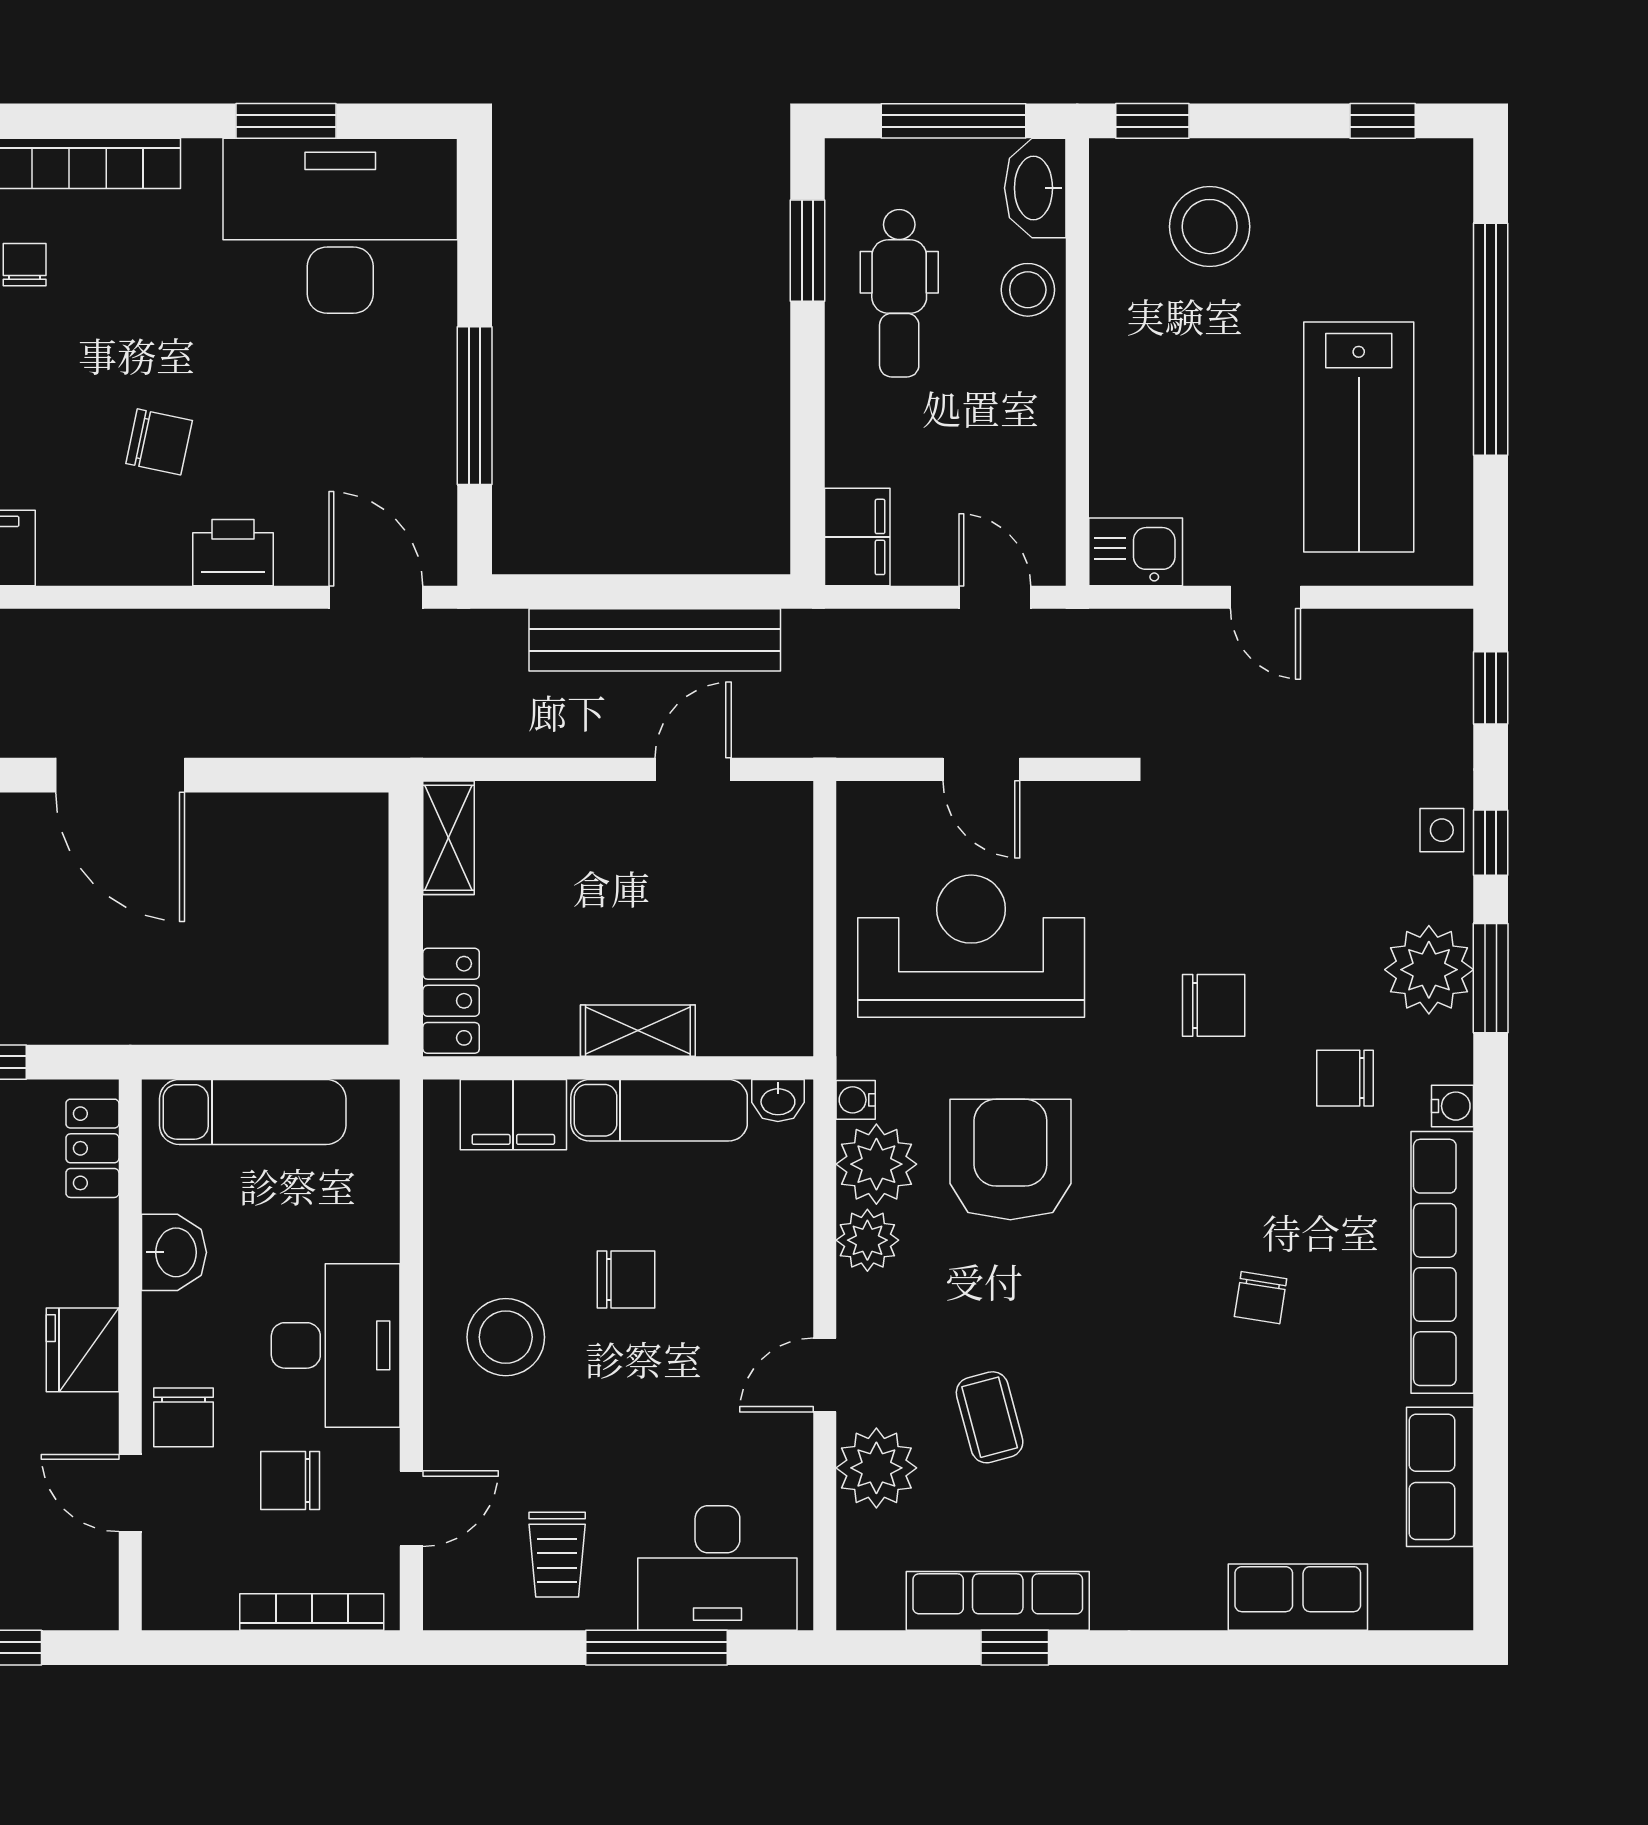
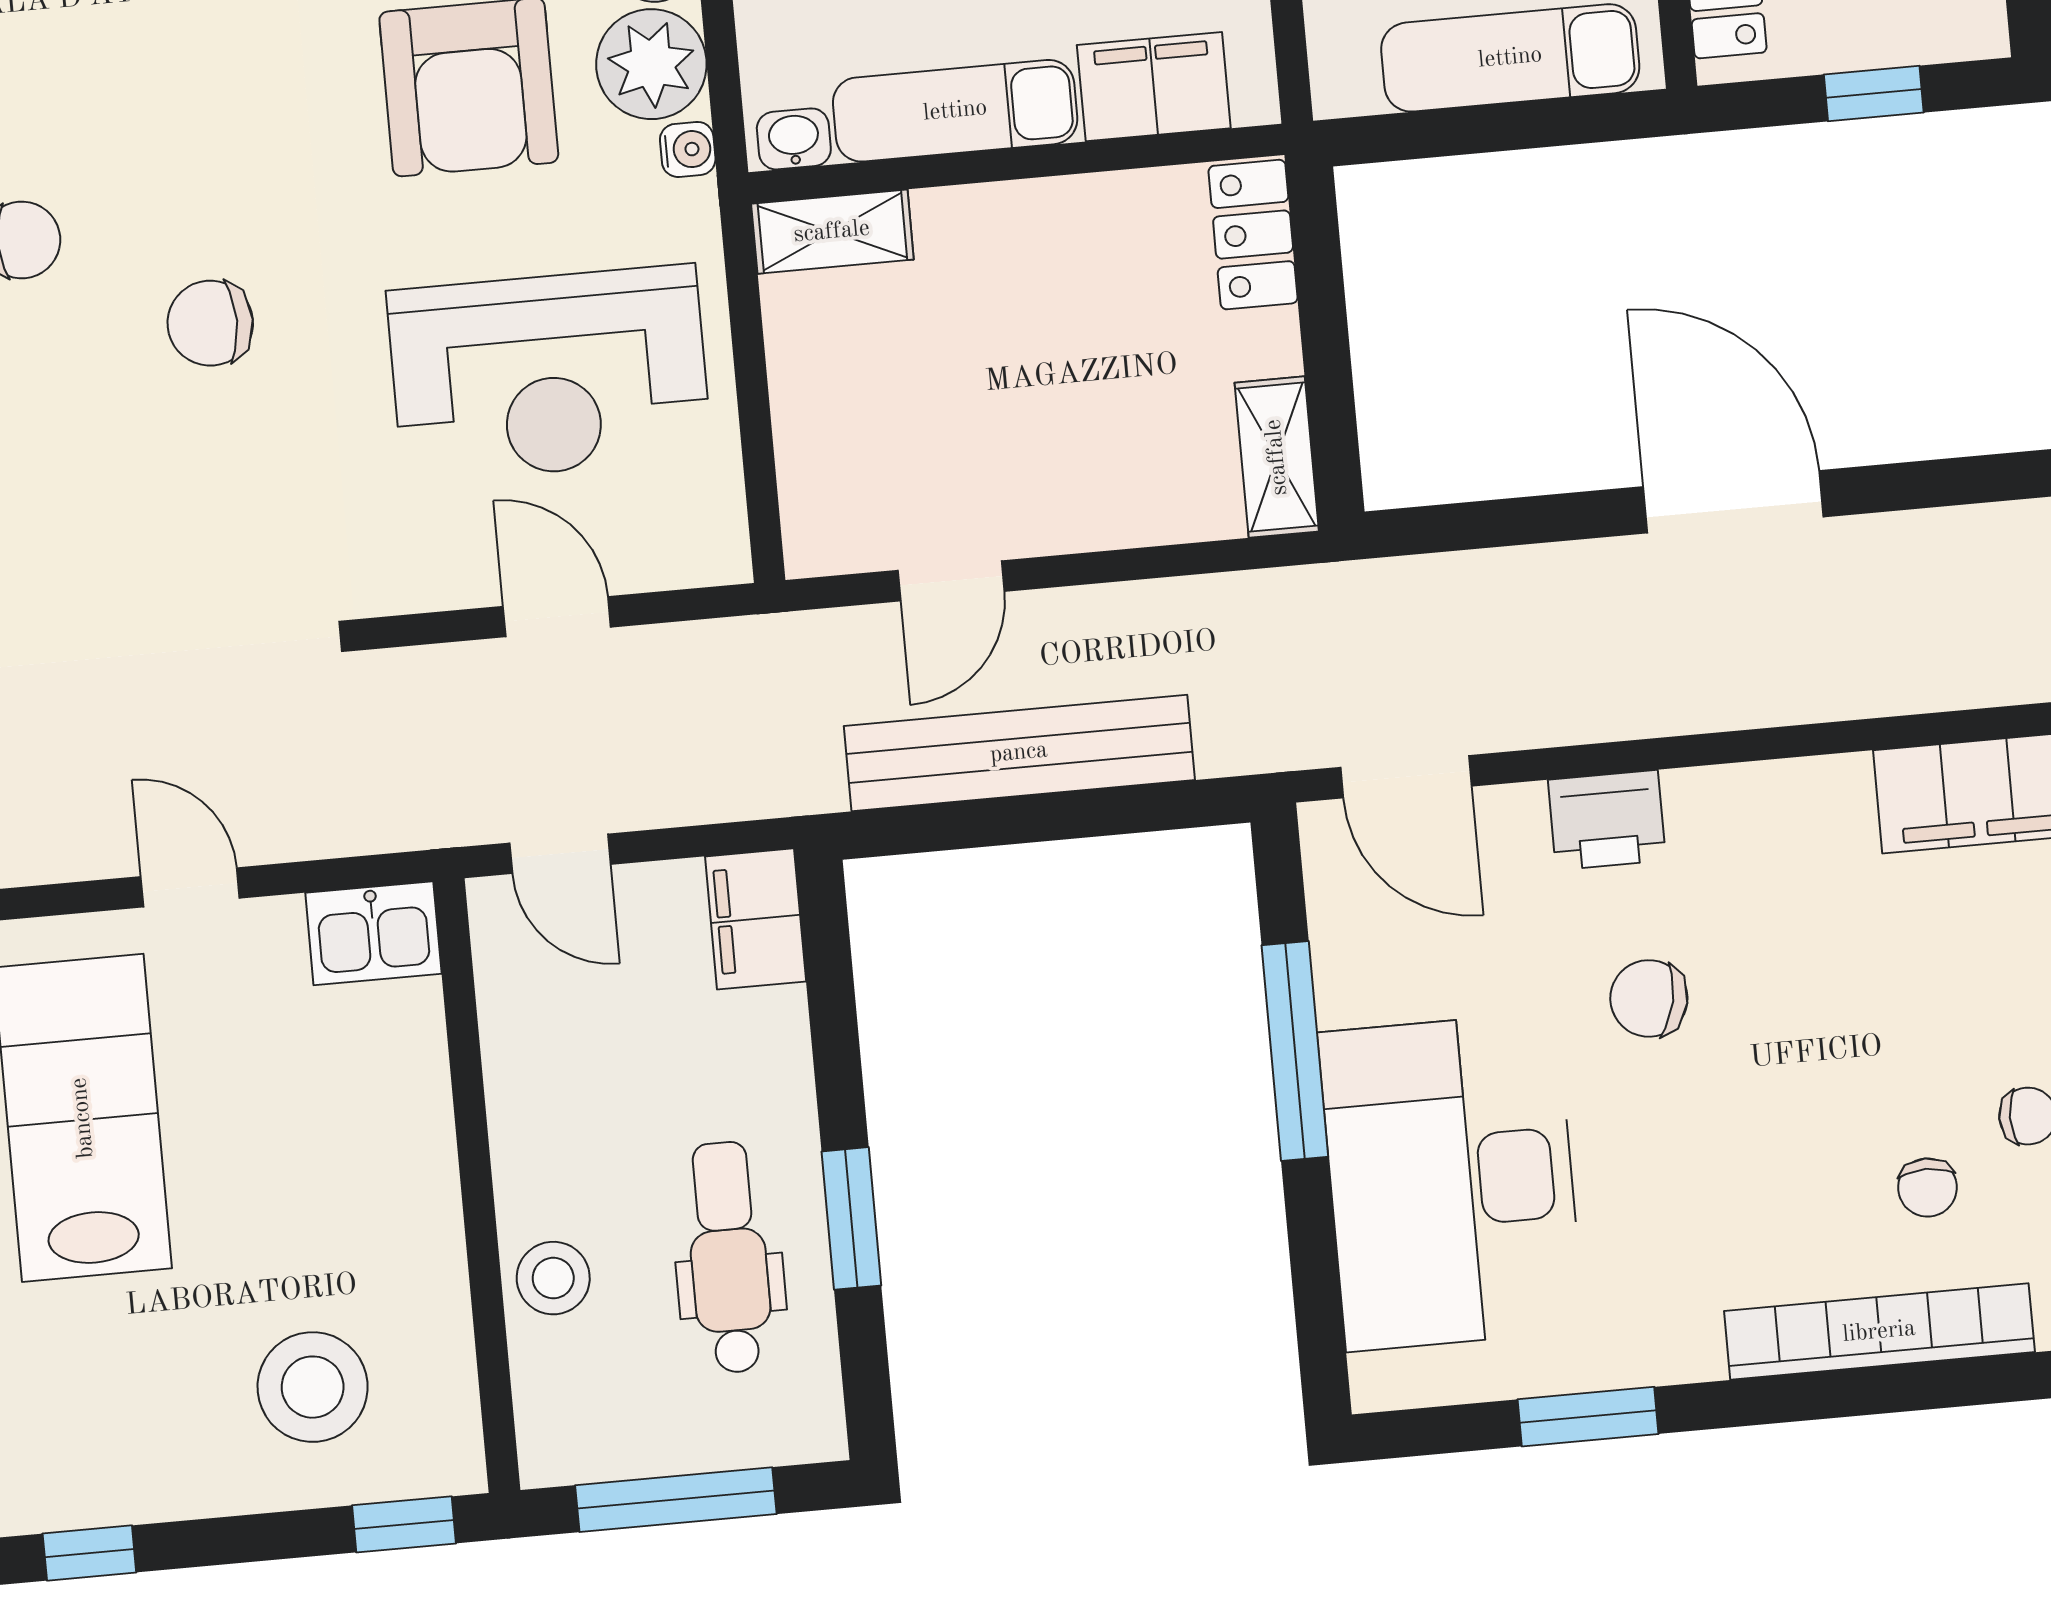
washbasin: (1035, 188) -> (556, 1418), removed
desk: (340, 226) -> (1451, 1182), moved, turned 90
window: (808, 251) -> (851, 1218), moved
chair: (159, 442) -> (1649, 998), moved
shelving: (638, 1031) -> (832, 232), moved

